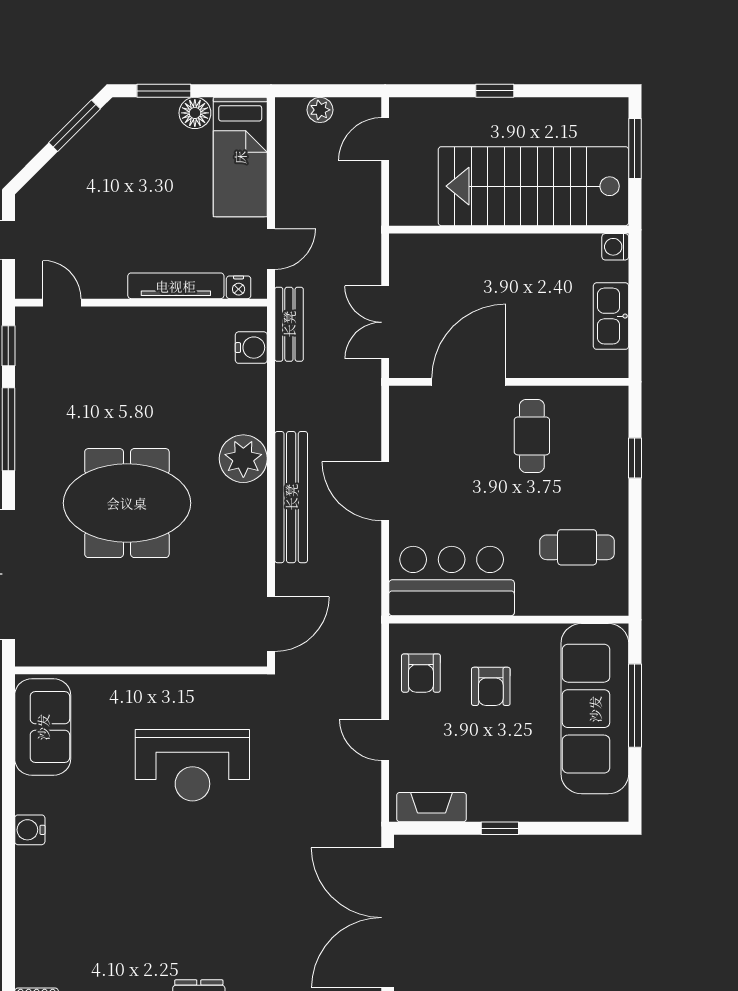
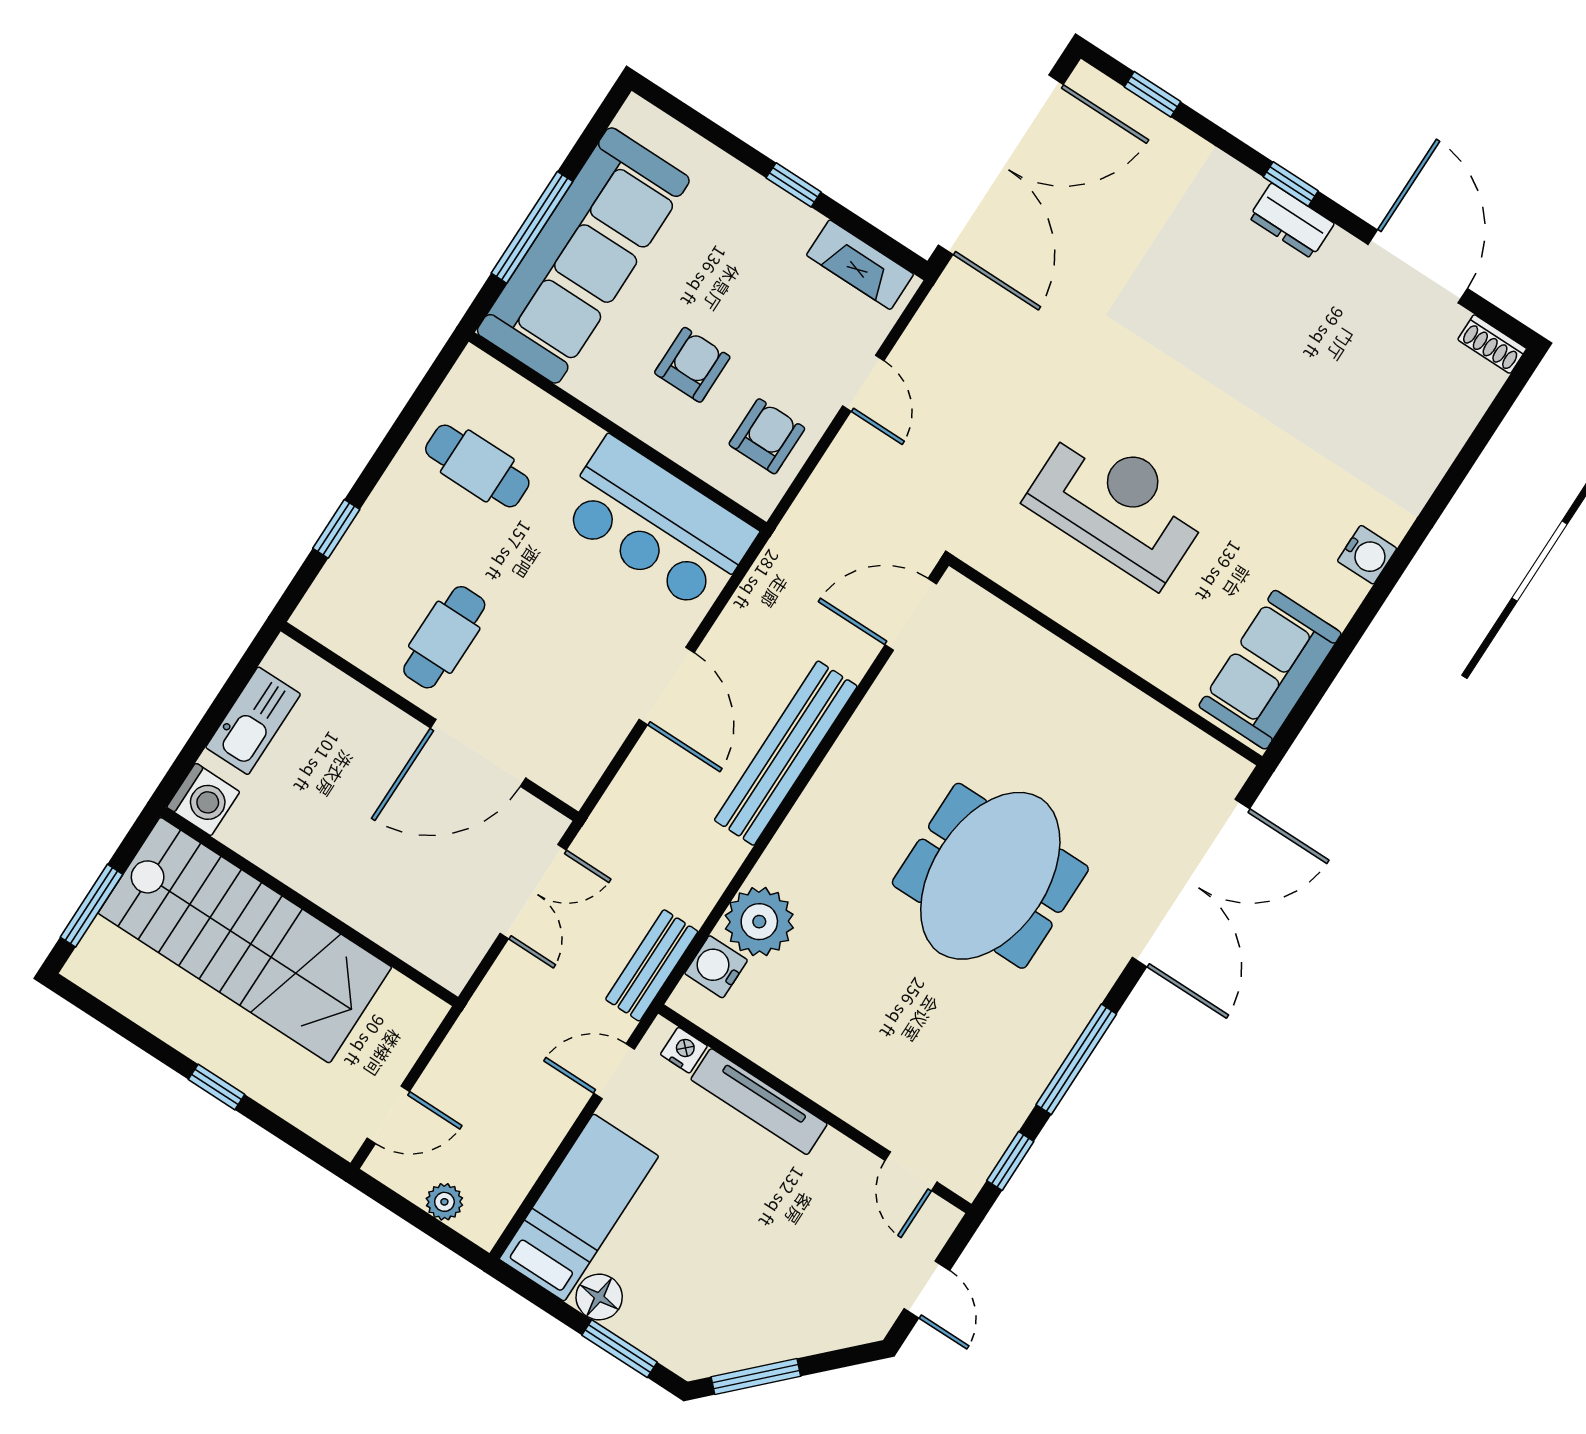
washing machine: (615, 247) -> (203, 799), width x1.38, depth x1.38
plant: (243, 459) -> (759, 922), moved
meeting table: (127, 503) -> (990, 876), turned 90

